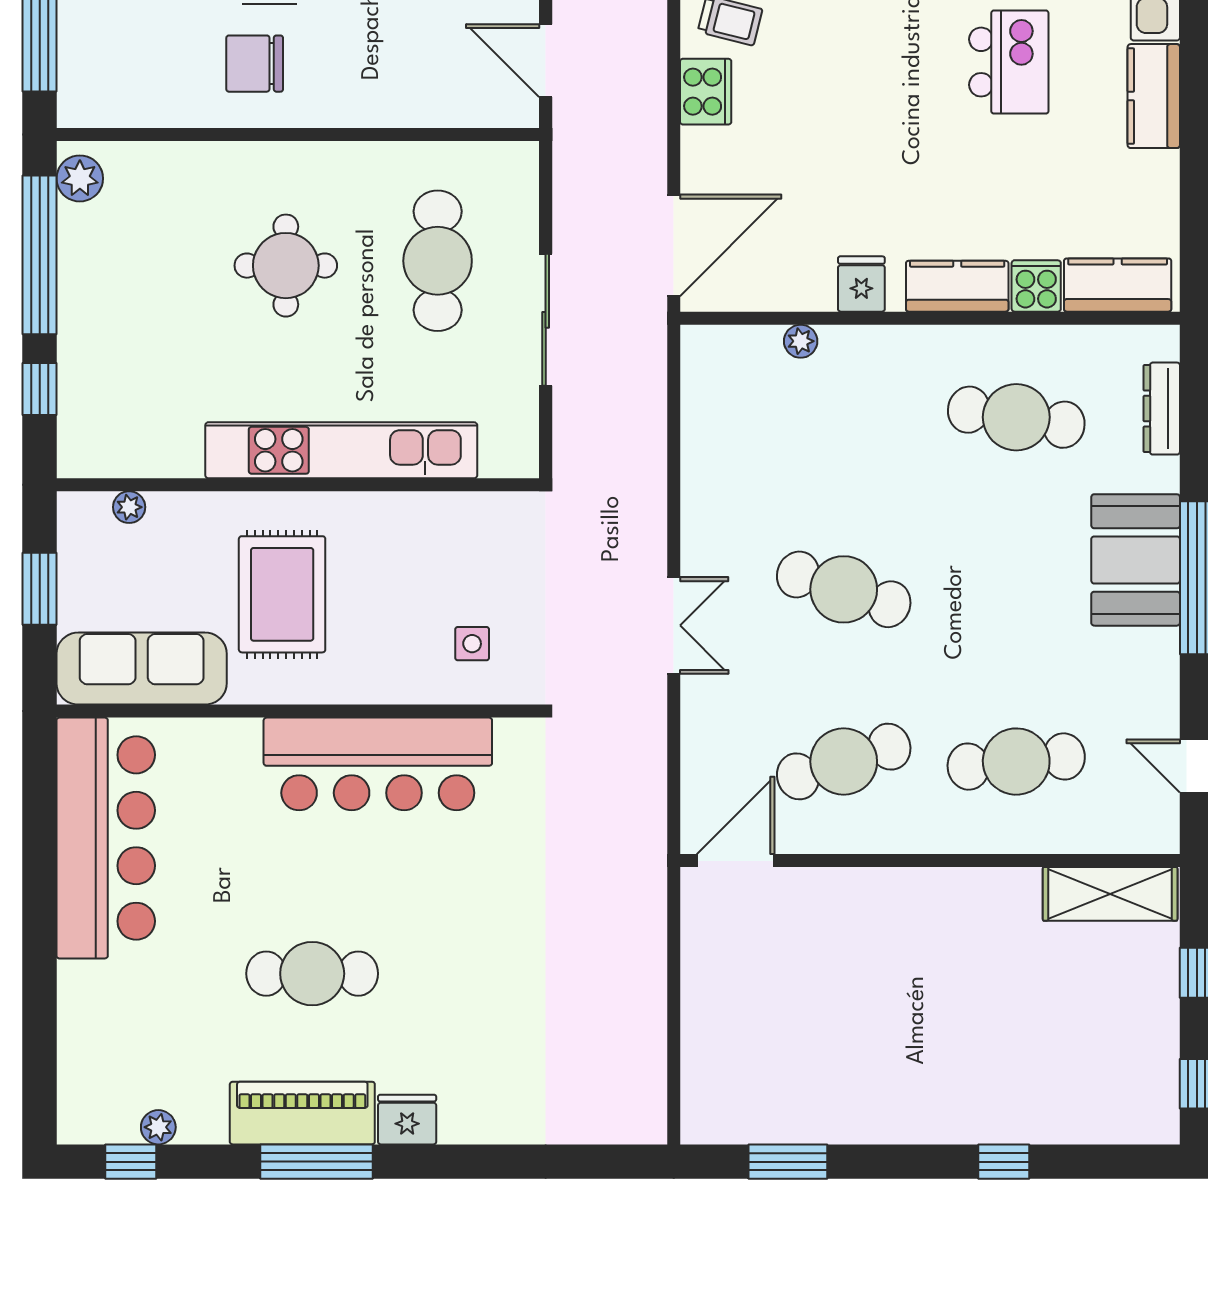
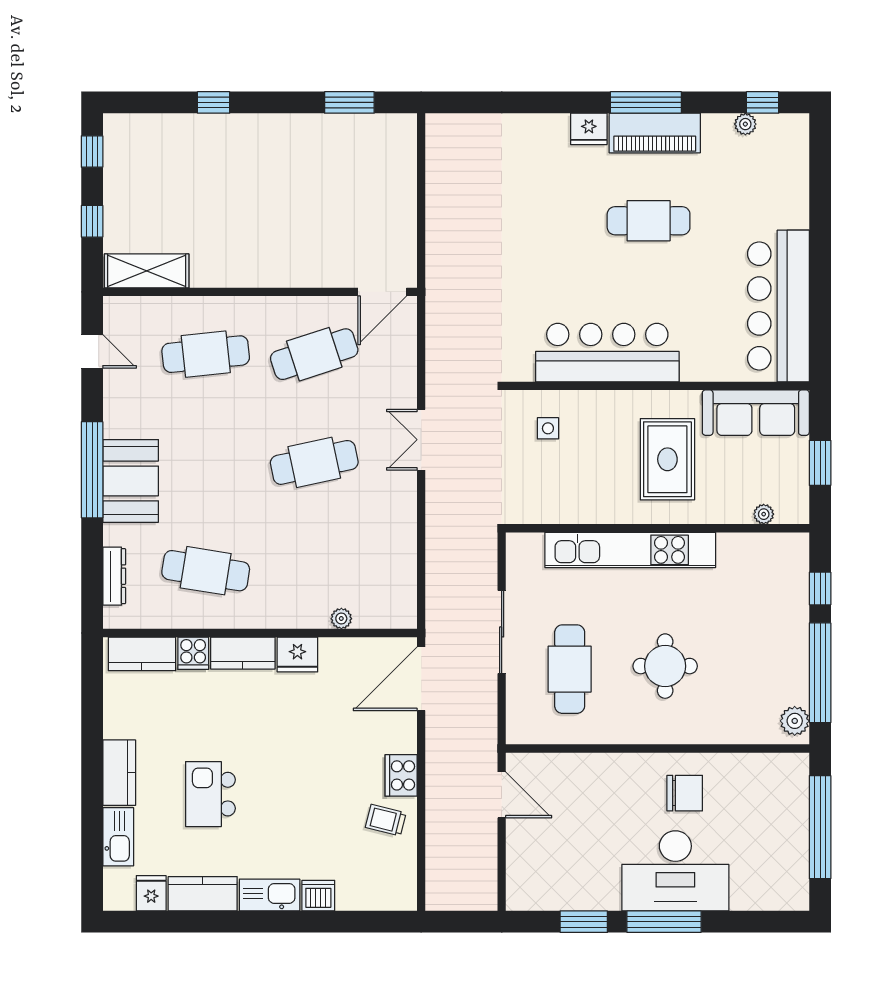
fridge: (861, 284) -> (297, 654), width x1.38
cafe table: (844, 589) -> (314, 462), turned -30

